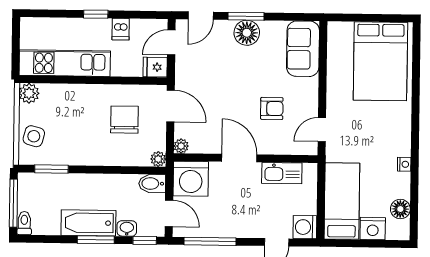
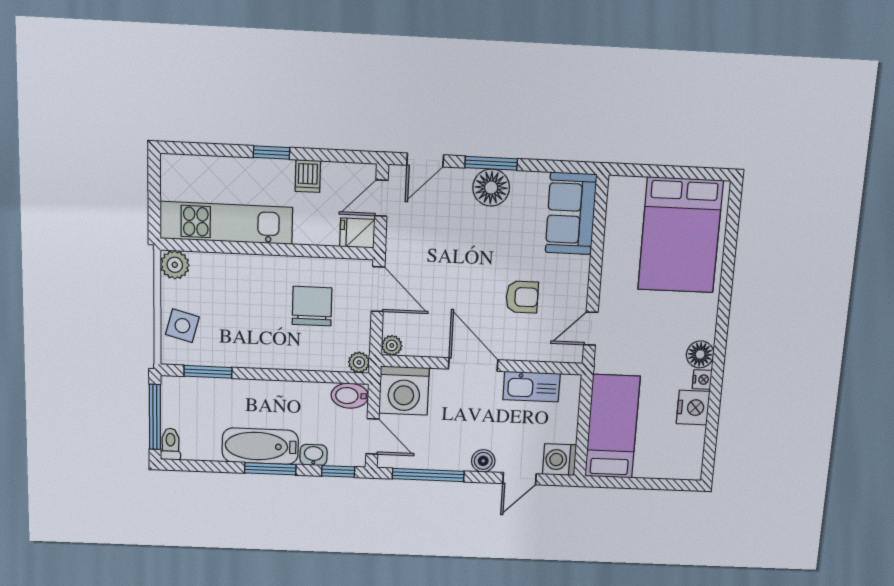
floor lamp: (400, 209) -> (700, 354), moved
nightstand: (373, 229) -> (693, 408), moved, turned -90
boiler: (250, 230) -> (483, 461), added

